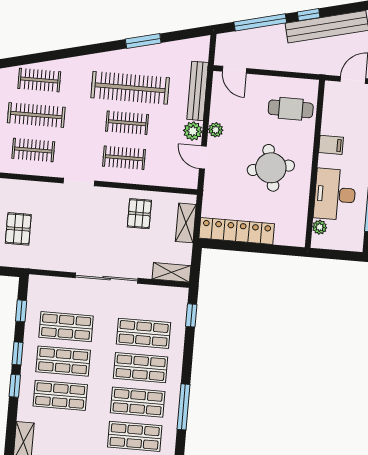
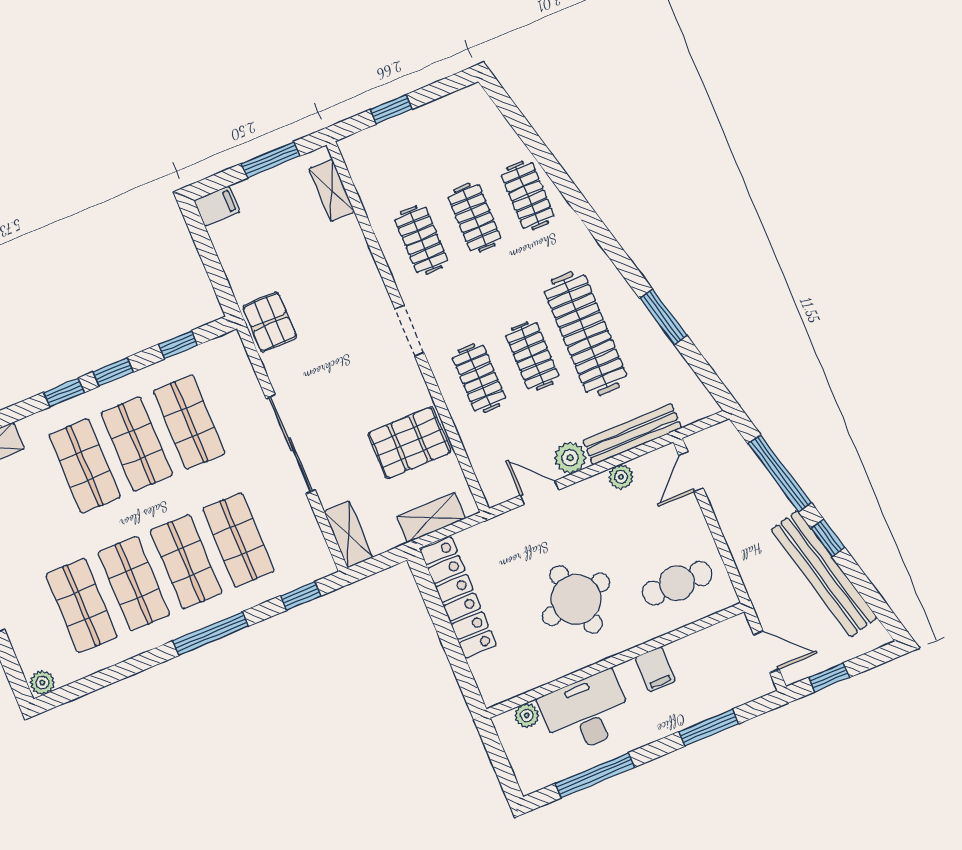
cafe table: (291, 109) -> (677, 583), turned 90
clothes rail: (36, 115) -> (474, 218), width x0.73
plant: (216, 130) -> (621, 477), moved
door: (203, 157) -> (540, 493), hinge flipped
pallet: (139, 214) -> (409, 443), width x1.50, depth x1.42
pallet: (18, 229) -> (270, 322), moved, turned 90
window: (183, 407) -> (211, 634), moved

